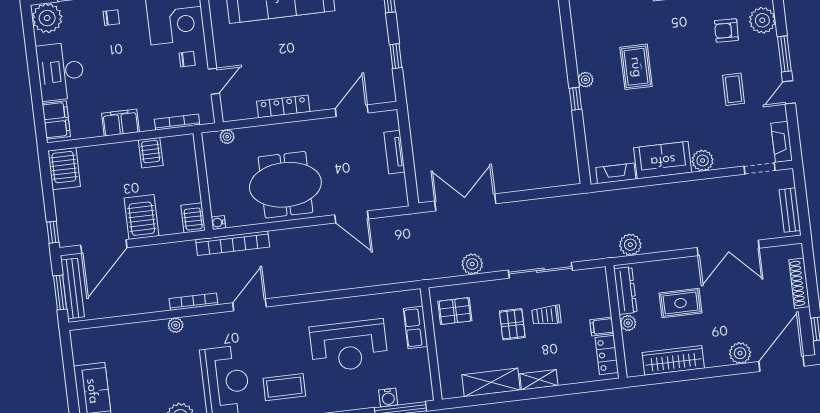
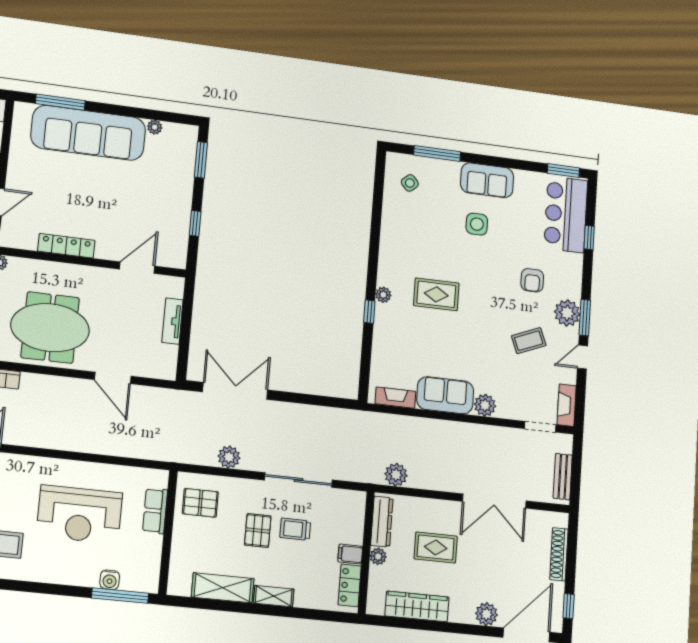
plant: (762, 20) -> (567, 313), moved
armchair: (726, 30) -> (532, 280), turned -92
rug: (636, 67) -> (436, 294), turned 90
coffee table: (734, 89) -> (529, 341), turned 68

